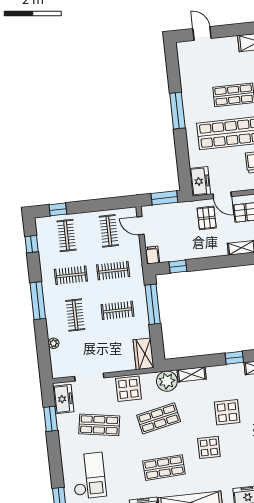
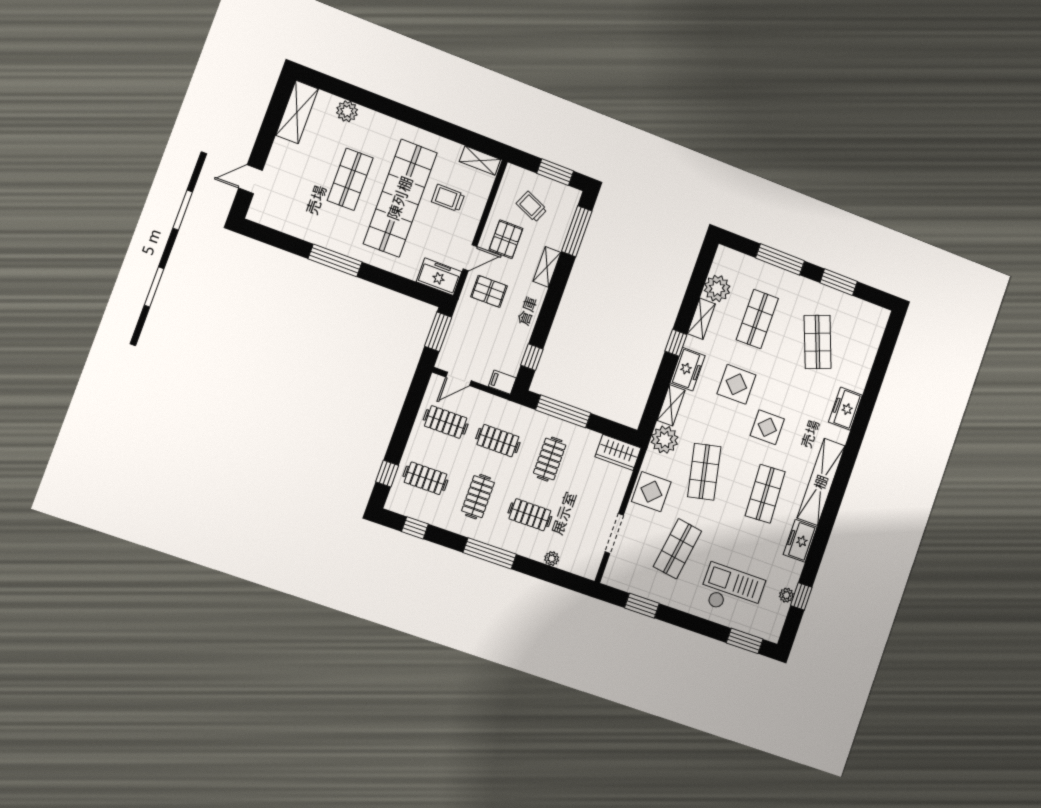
clothes rail: (113, 271) -> (498, 441), turned 90
freezer: (63, 399) -> (688, 369), moved, turned 90

